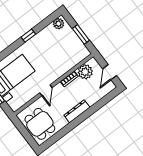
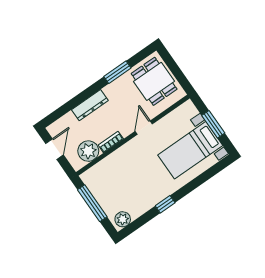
window: (81, 34) -> (92, 203), width x1.44
dresser: (77, 111) -> (90, 105), moved
window: (67, 129) -> (117, 72), added

